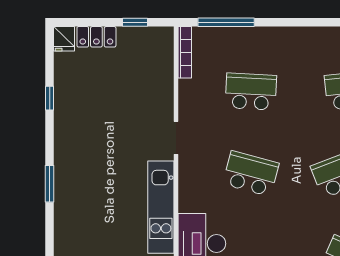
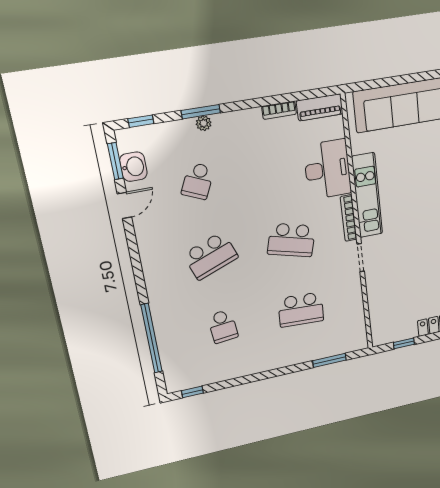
window: (226, 22) -> (329, 360), width x0.69
bookcase: (185, 52) -> (349, 218), moved

